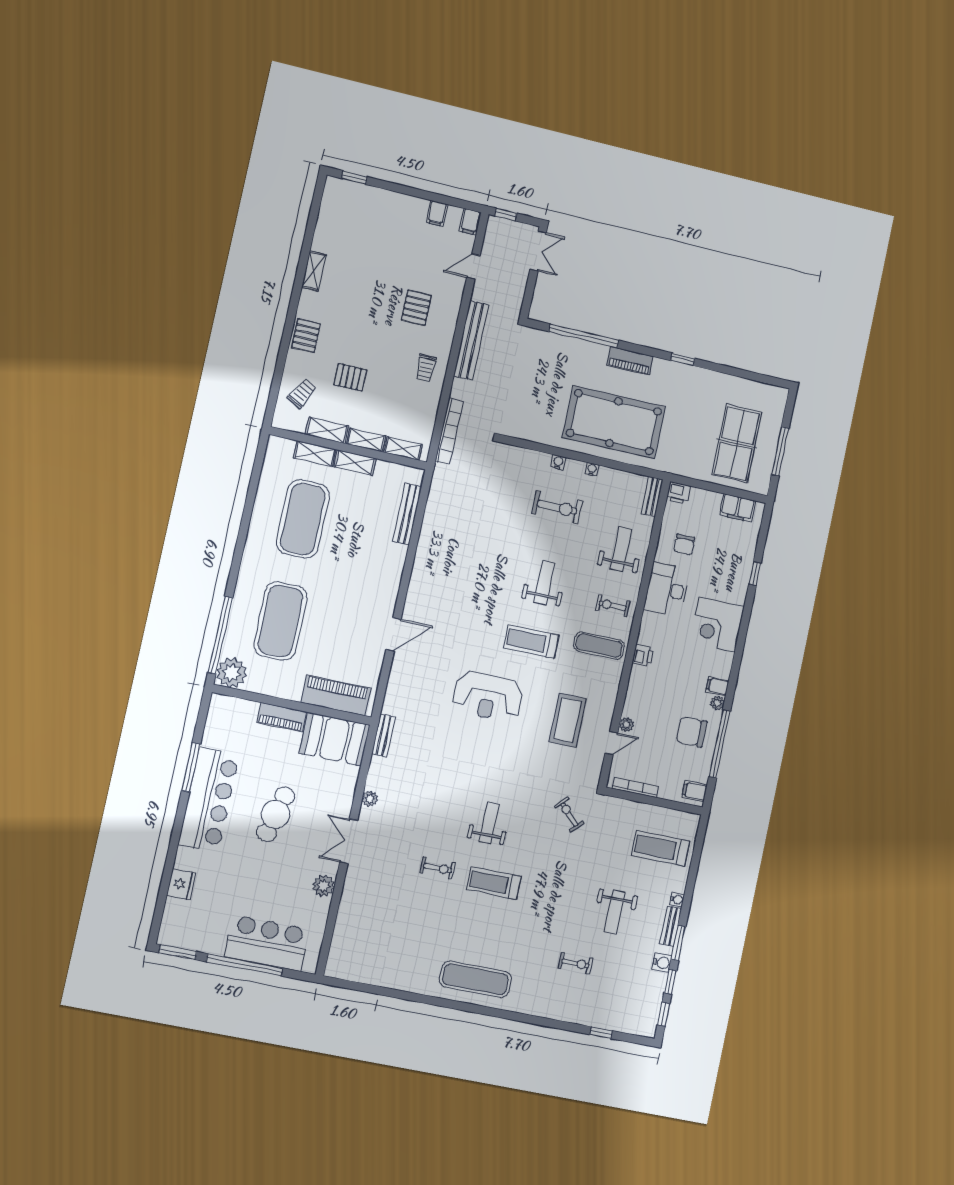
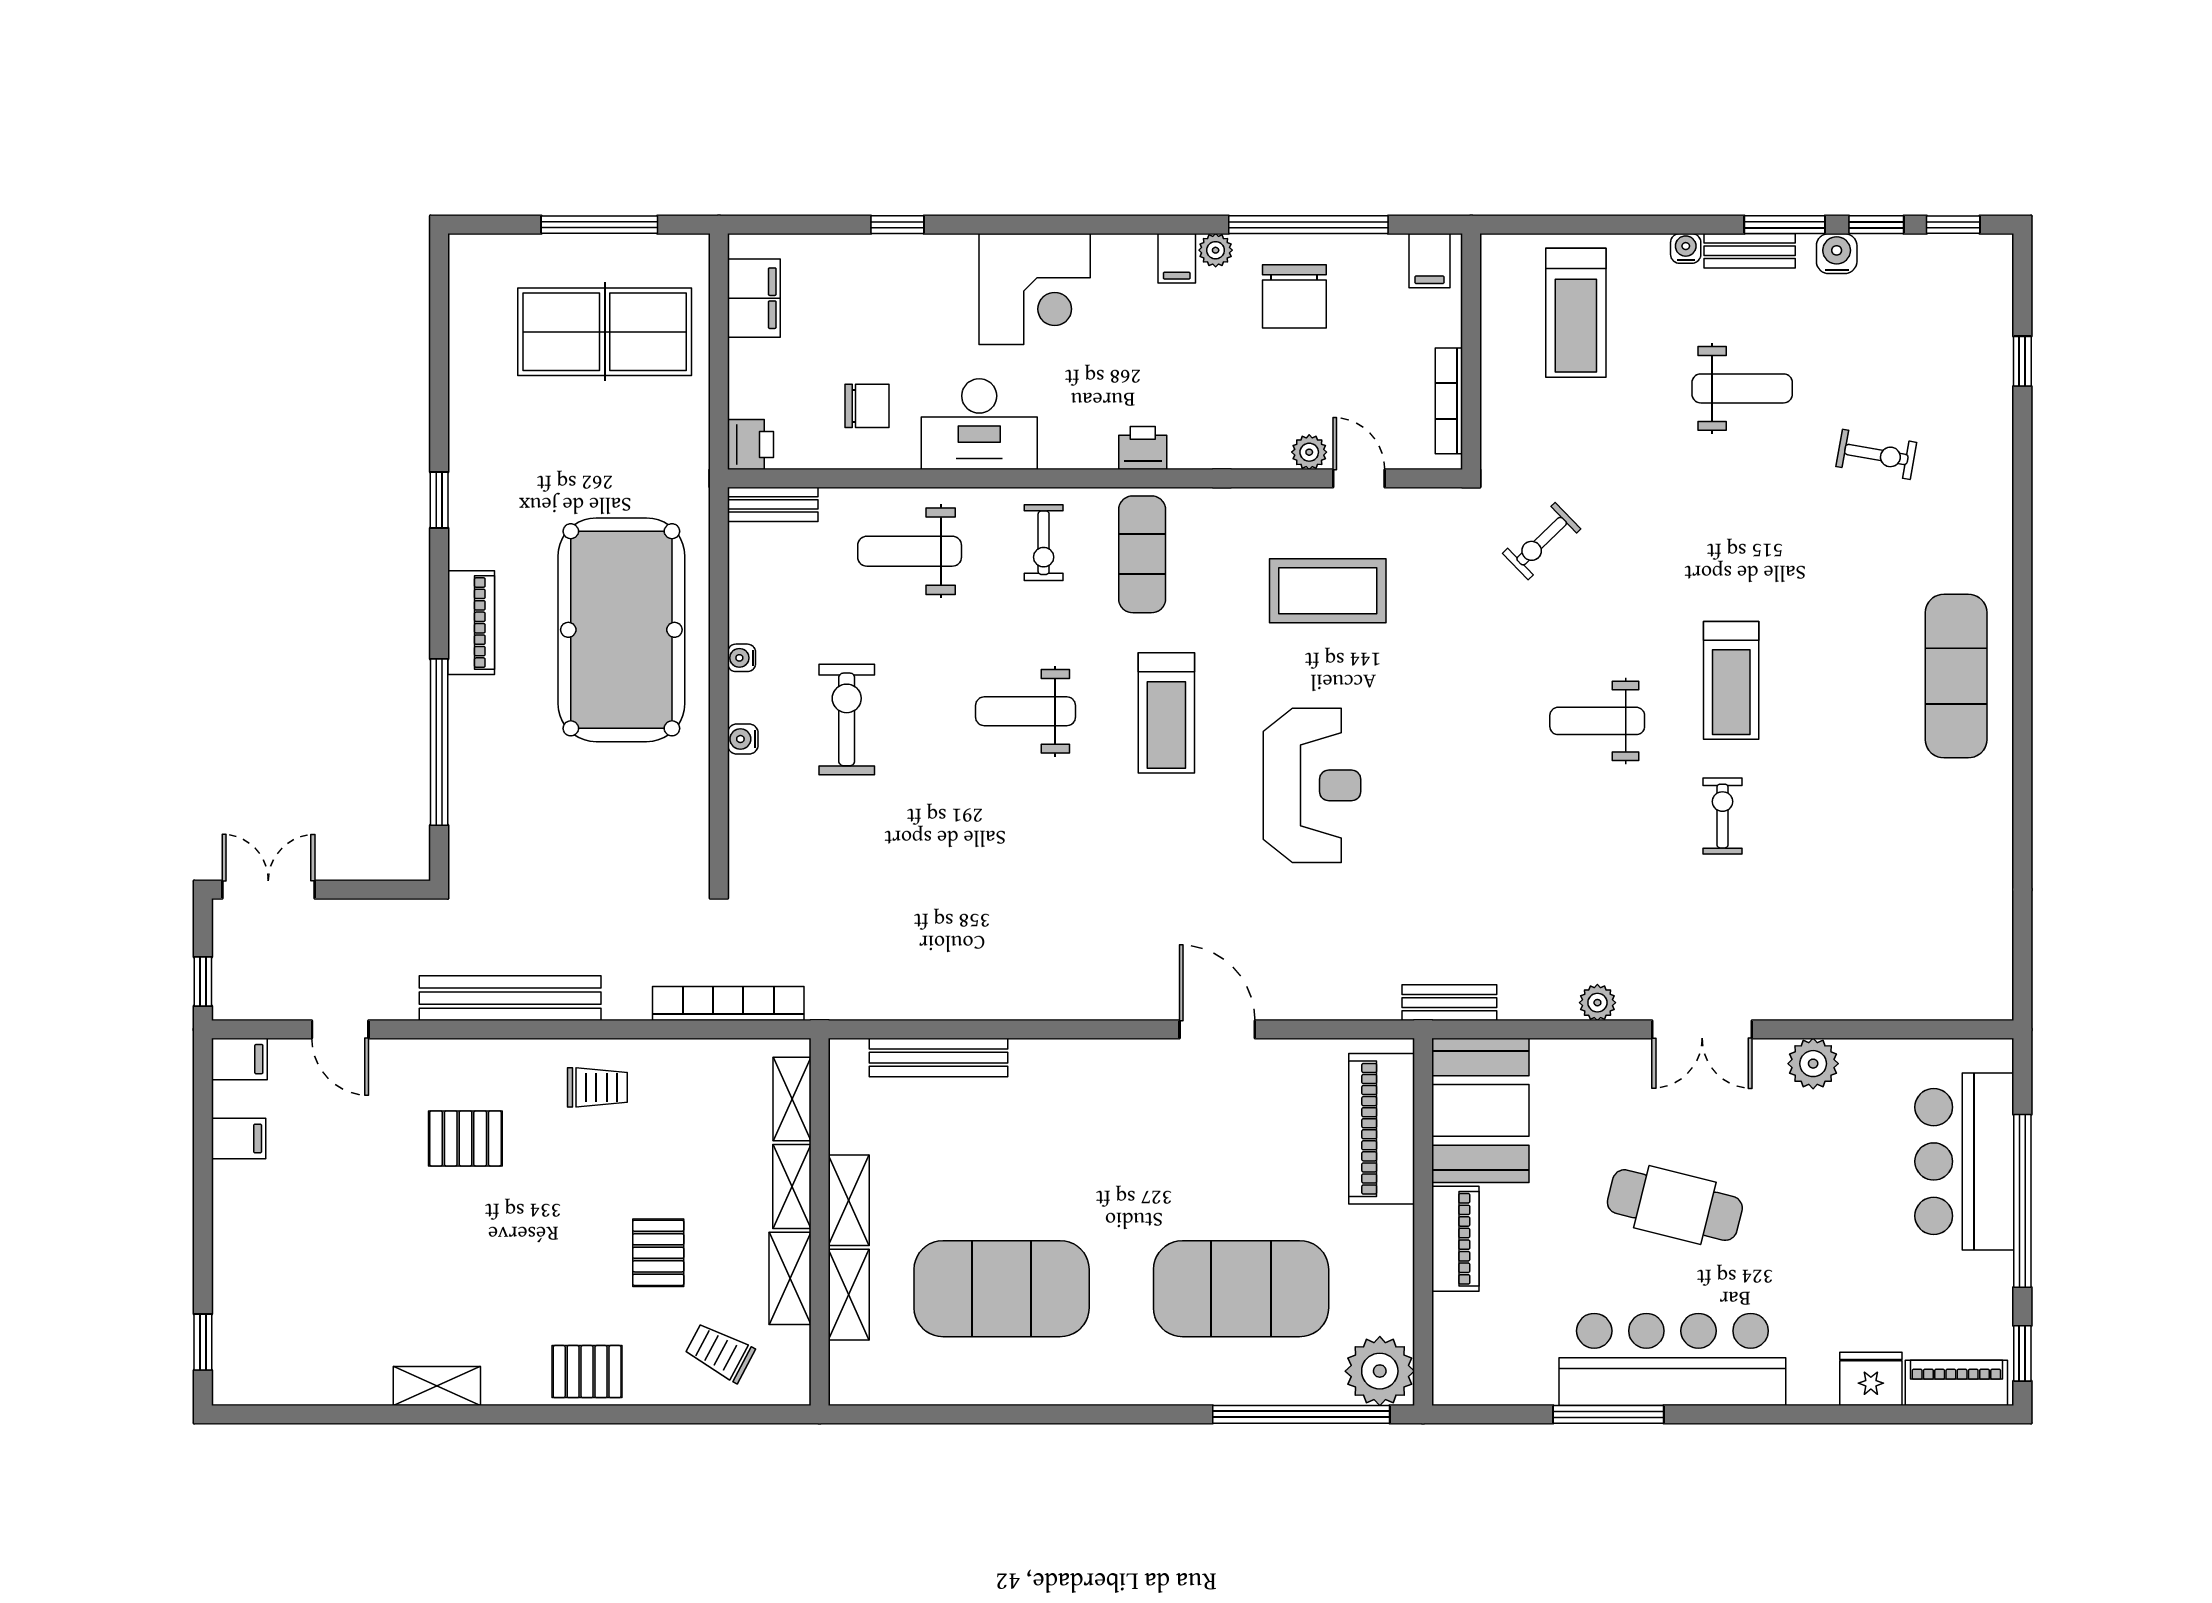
piano: (171, 921) -> (1956, 1383), added
window: (178, 952) -> (2022, 1353), width x0.67
exercise bike: (575, 963) -> (1876, 454), turned 100

